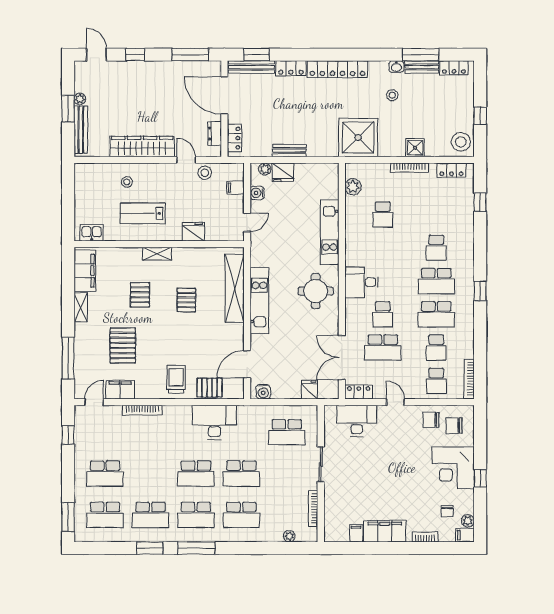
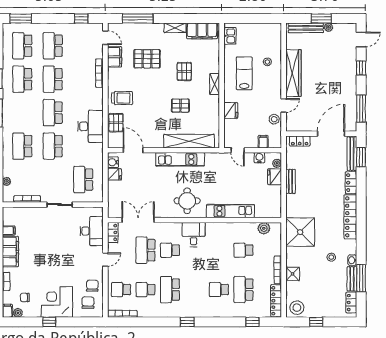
dresser: (215, 133) -> (303, 127), removed
locker: (451, 170) -> (276, 301), width x1.53
school desk: (436, 281) -> (243, 290), moved
pallet: (140, 295) -> (184, 71), turned 90
fridge: (309, 390) -> (114, 174), moved
school desk: (196, 515) -> (53, 79), moved

